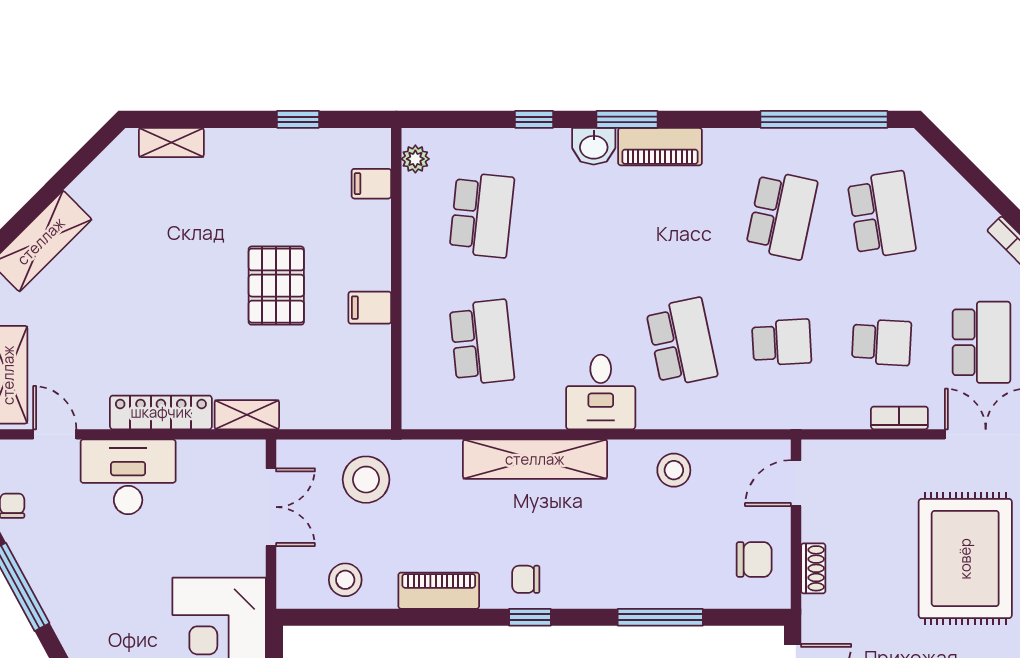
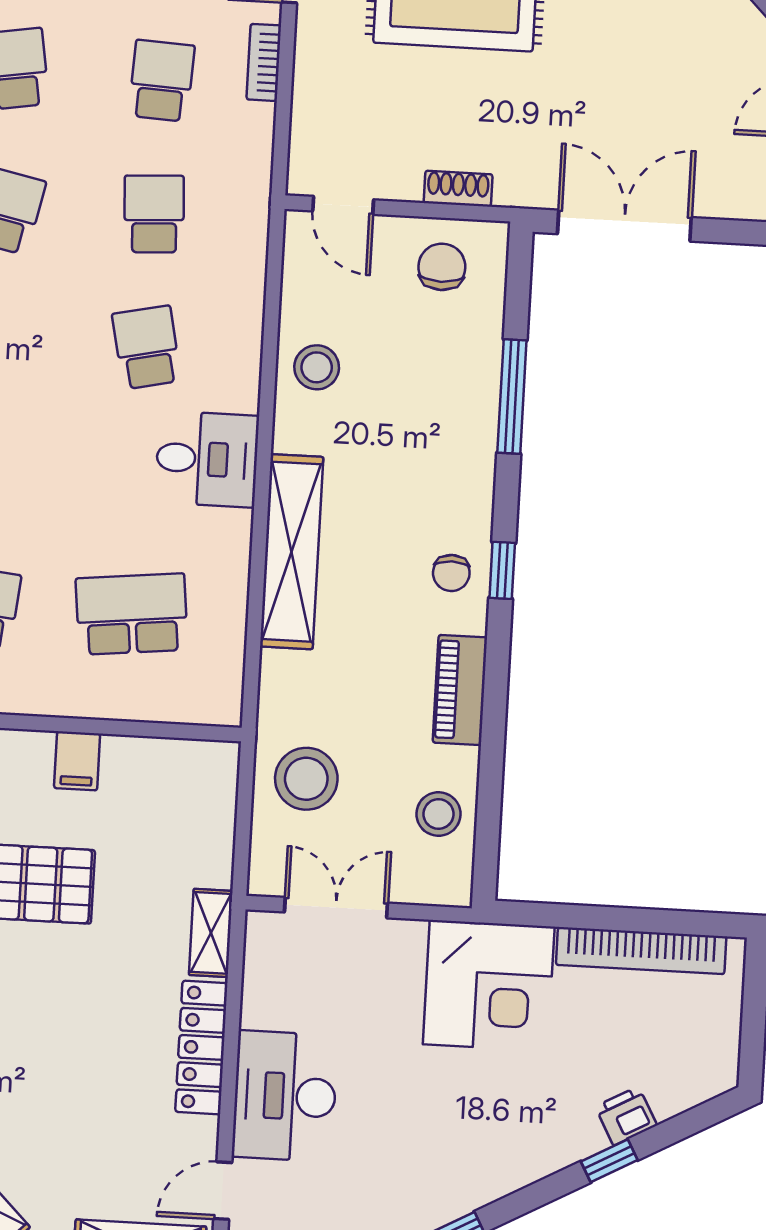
school desk: (682, 342) -> (147, 347), width x0.54

